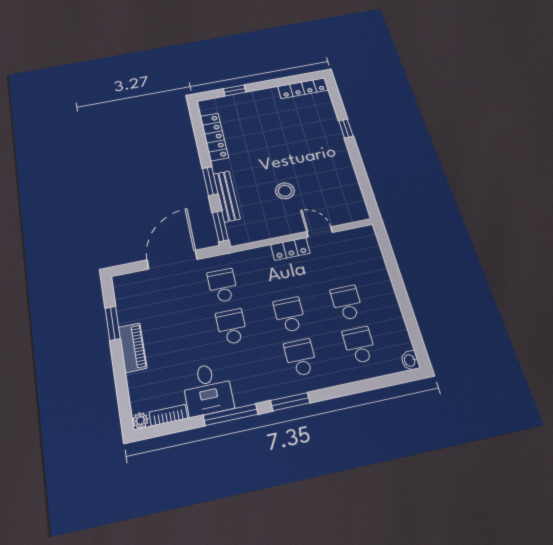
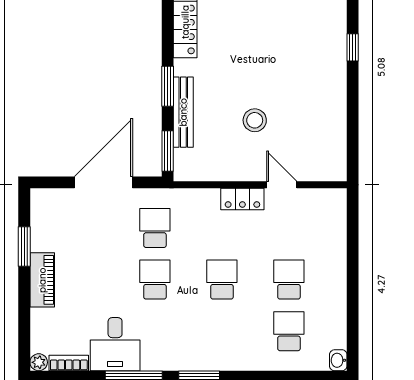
school desk: (301, 357) -> (222, 331), removed

